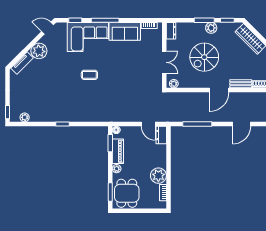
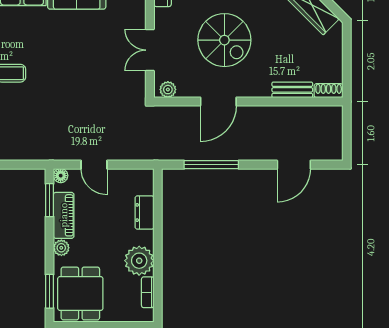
spiral stairs: (204, 57) -> (224, 40), turned -90
double door: (164, 62) -> (150, 50), swing flipped
door: (219, 90) -> (218, 102), moved
door: (148, 124) -> (94, 165), moved
dresser: (161, 135) -> (144, 213), moved

